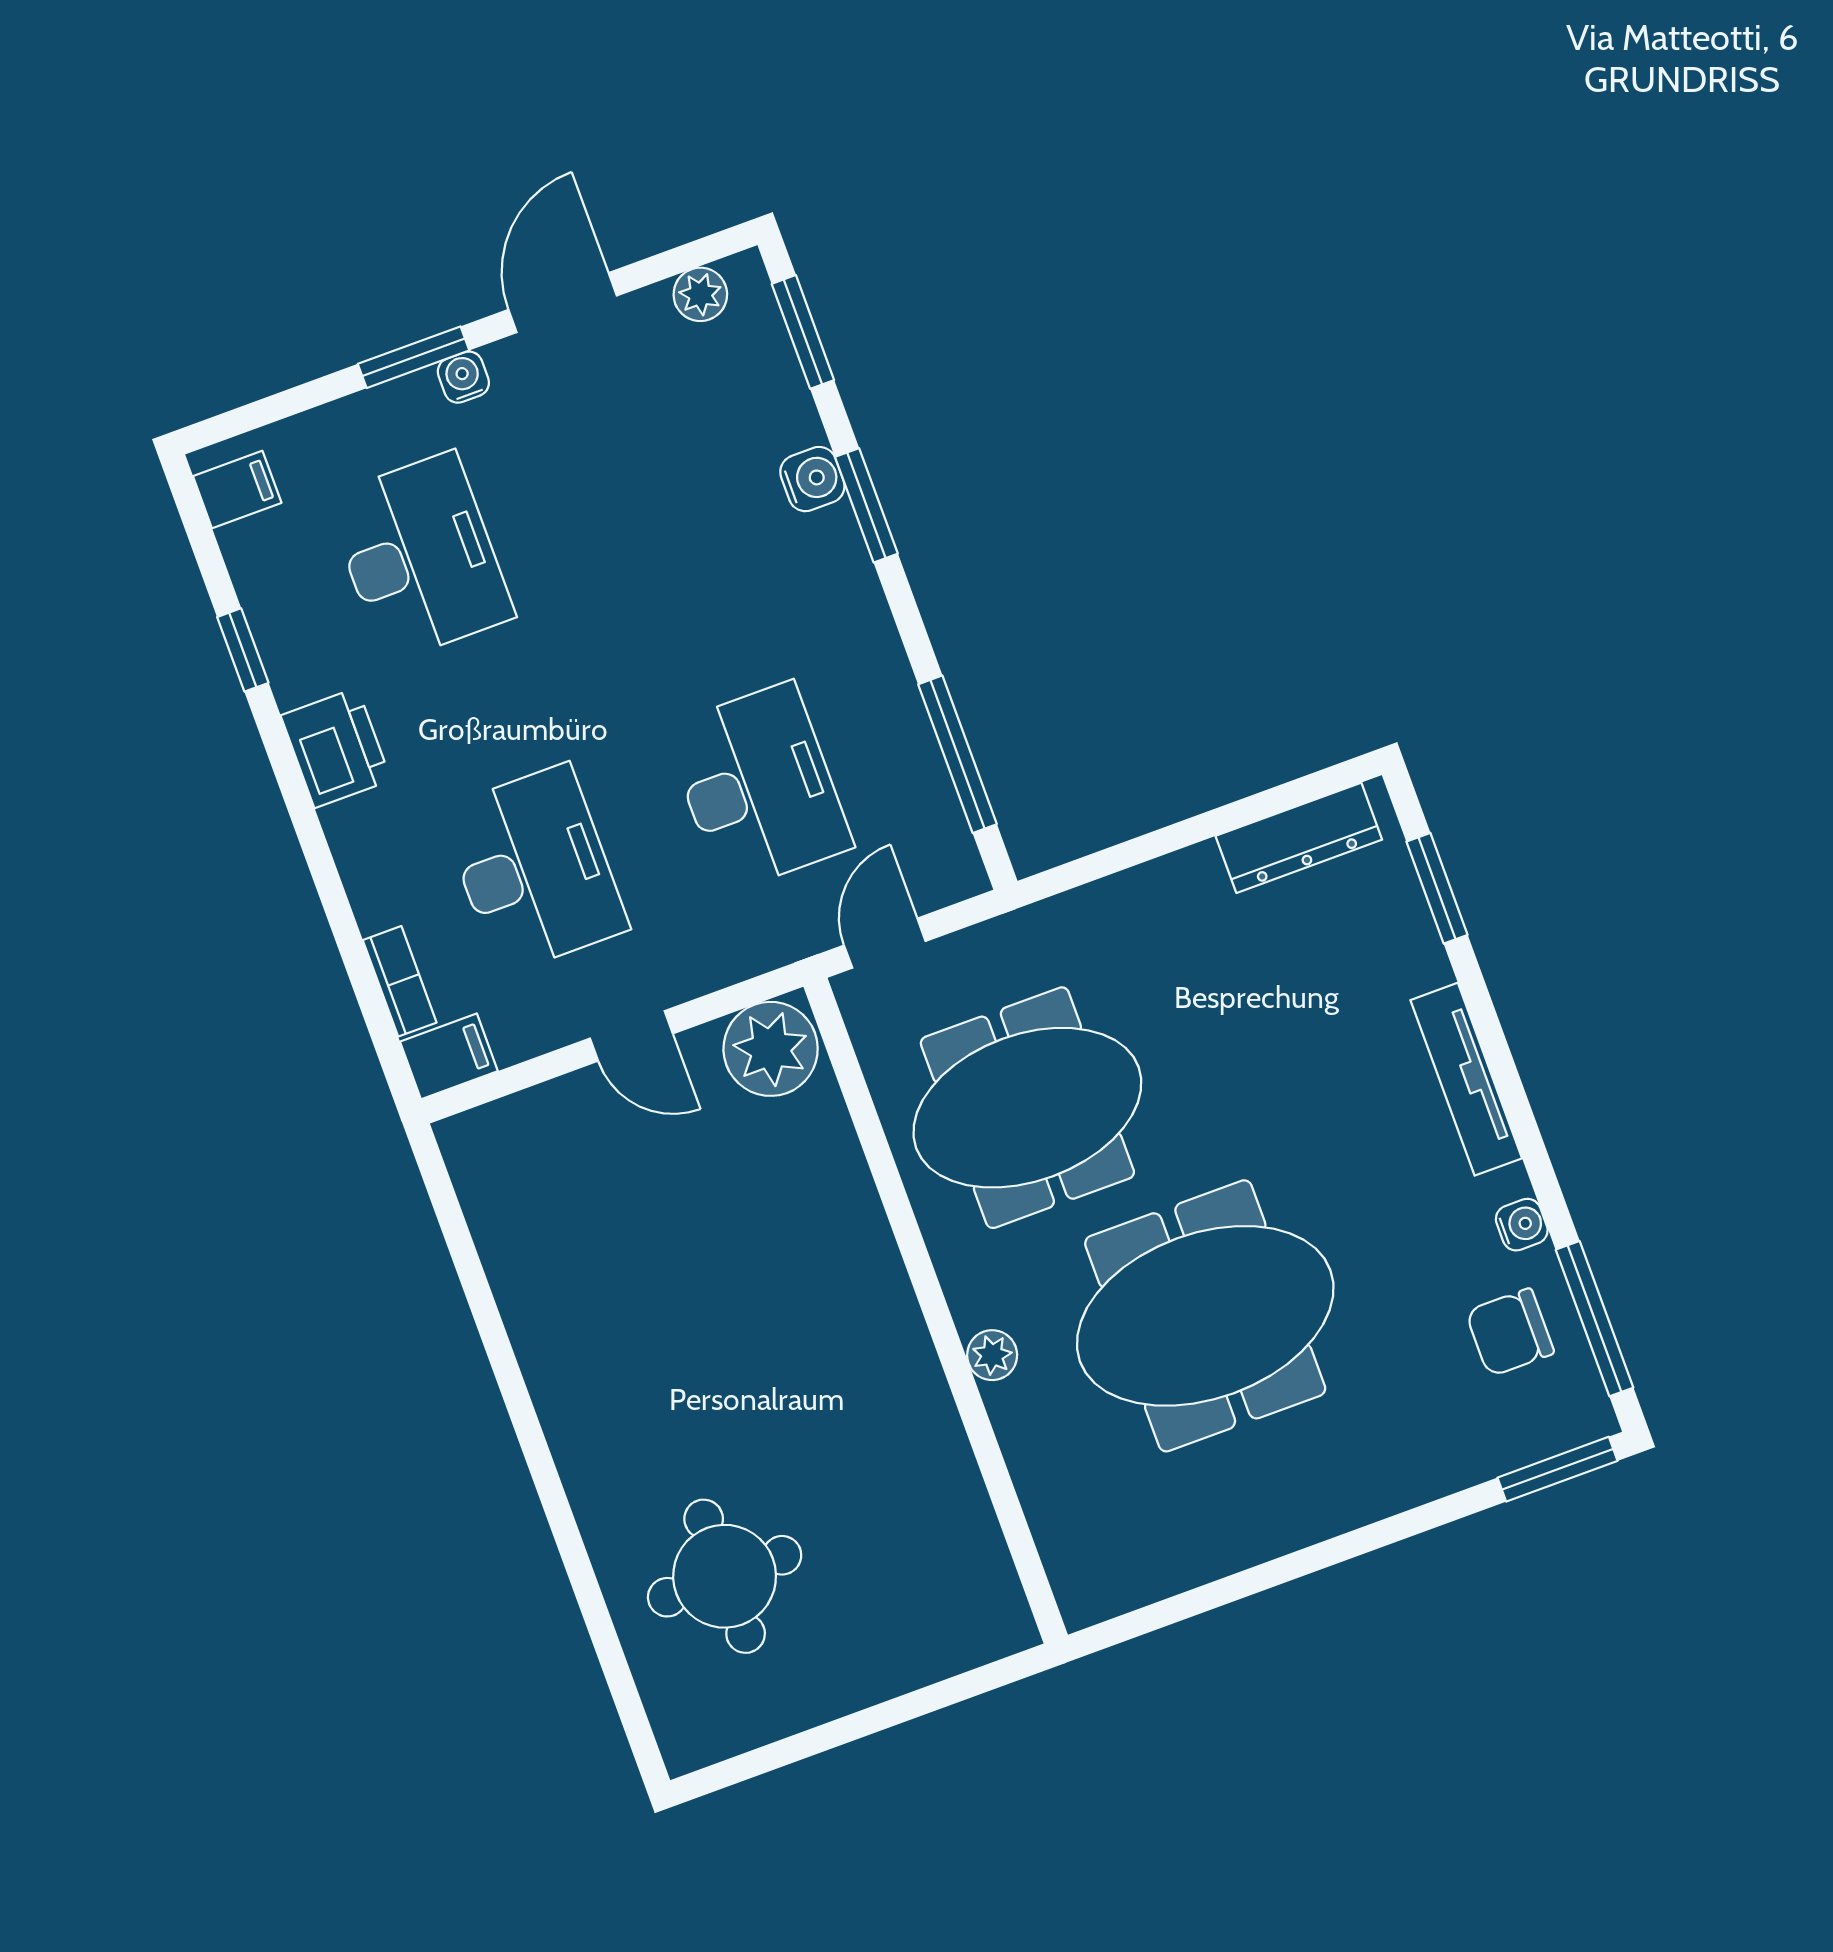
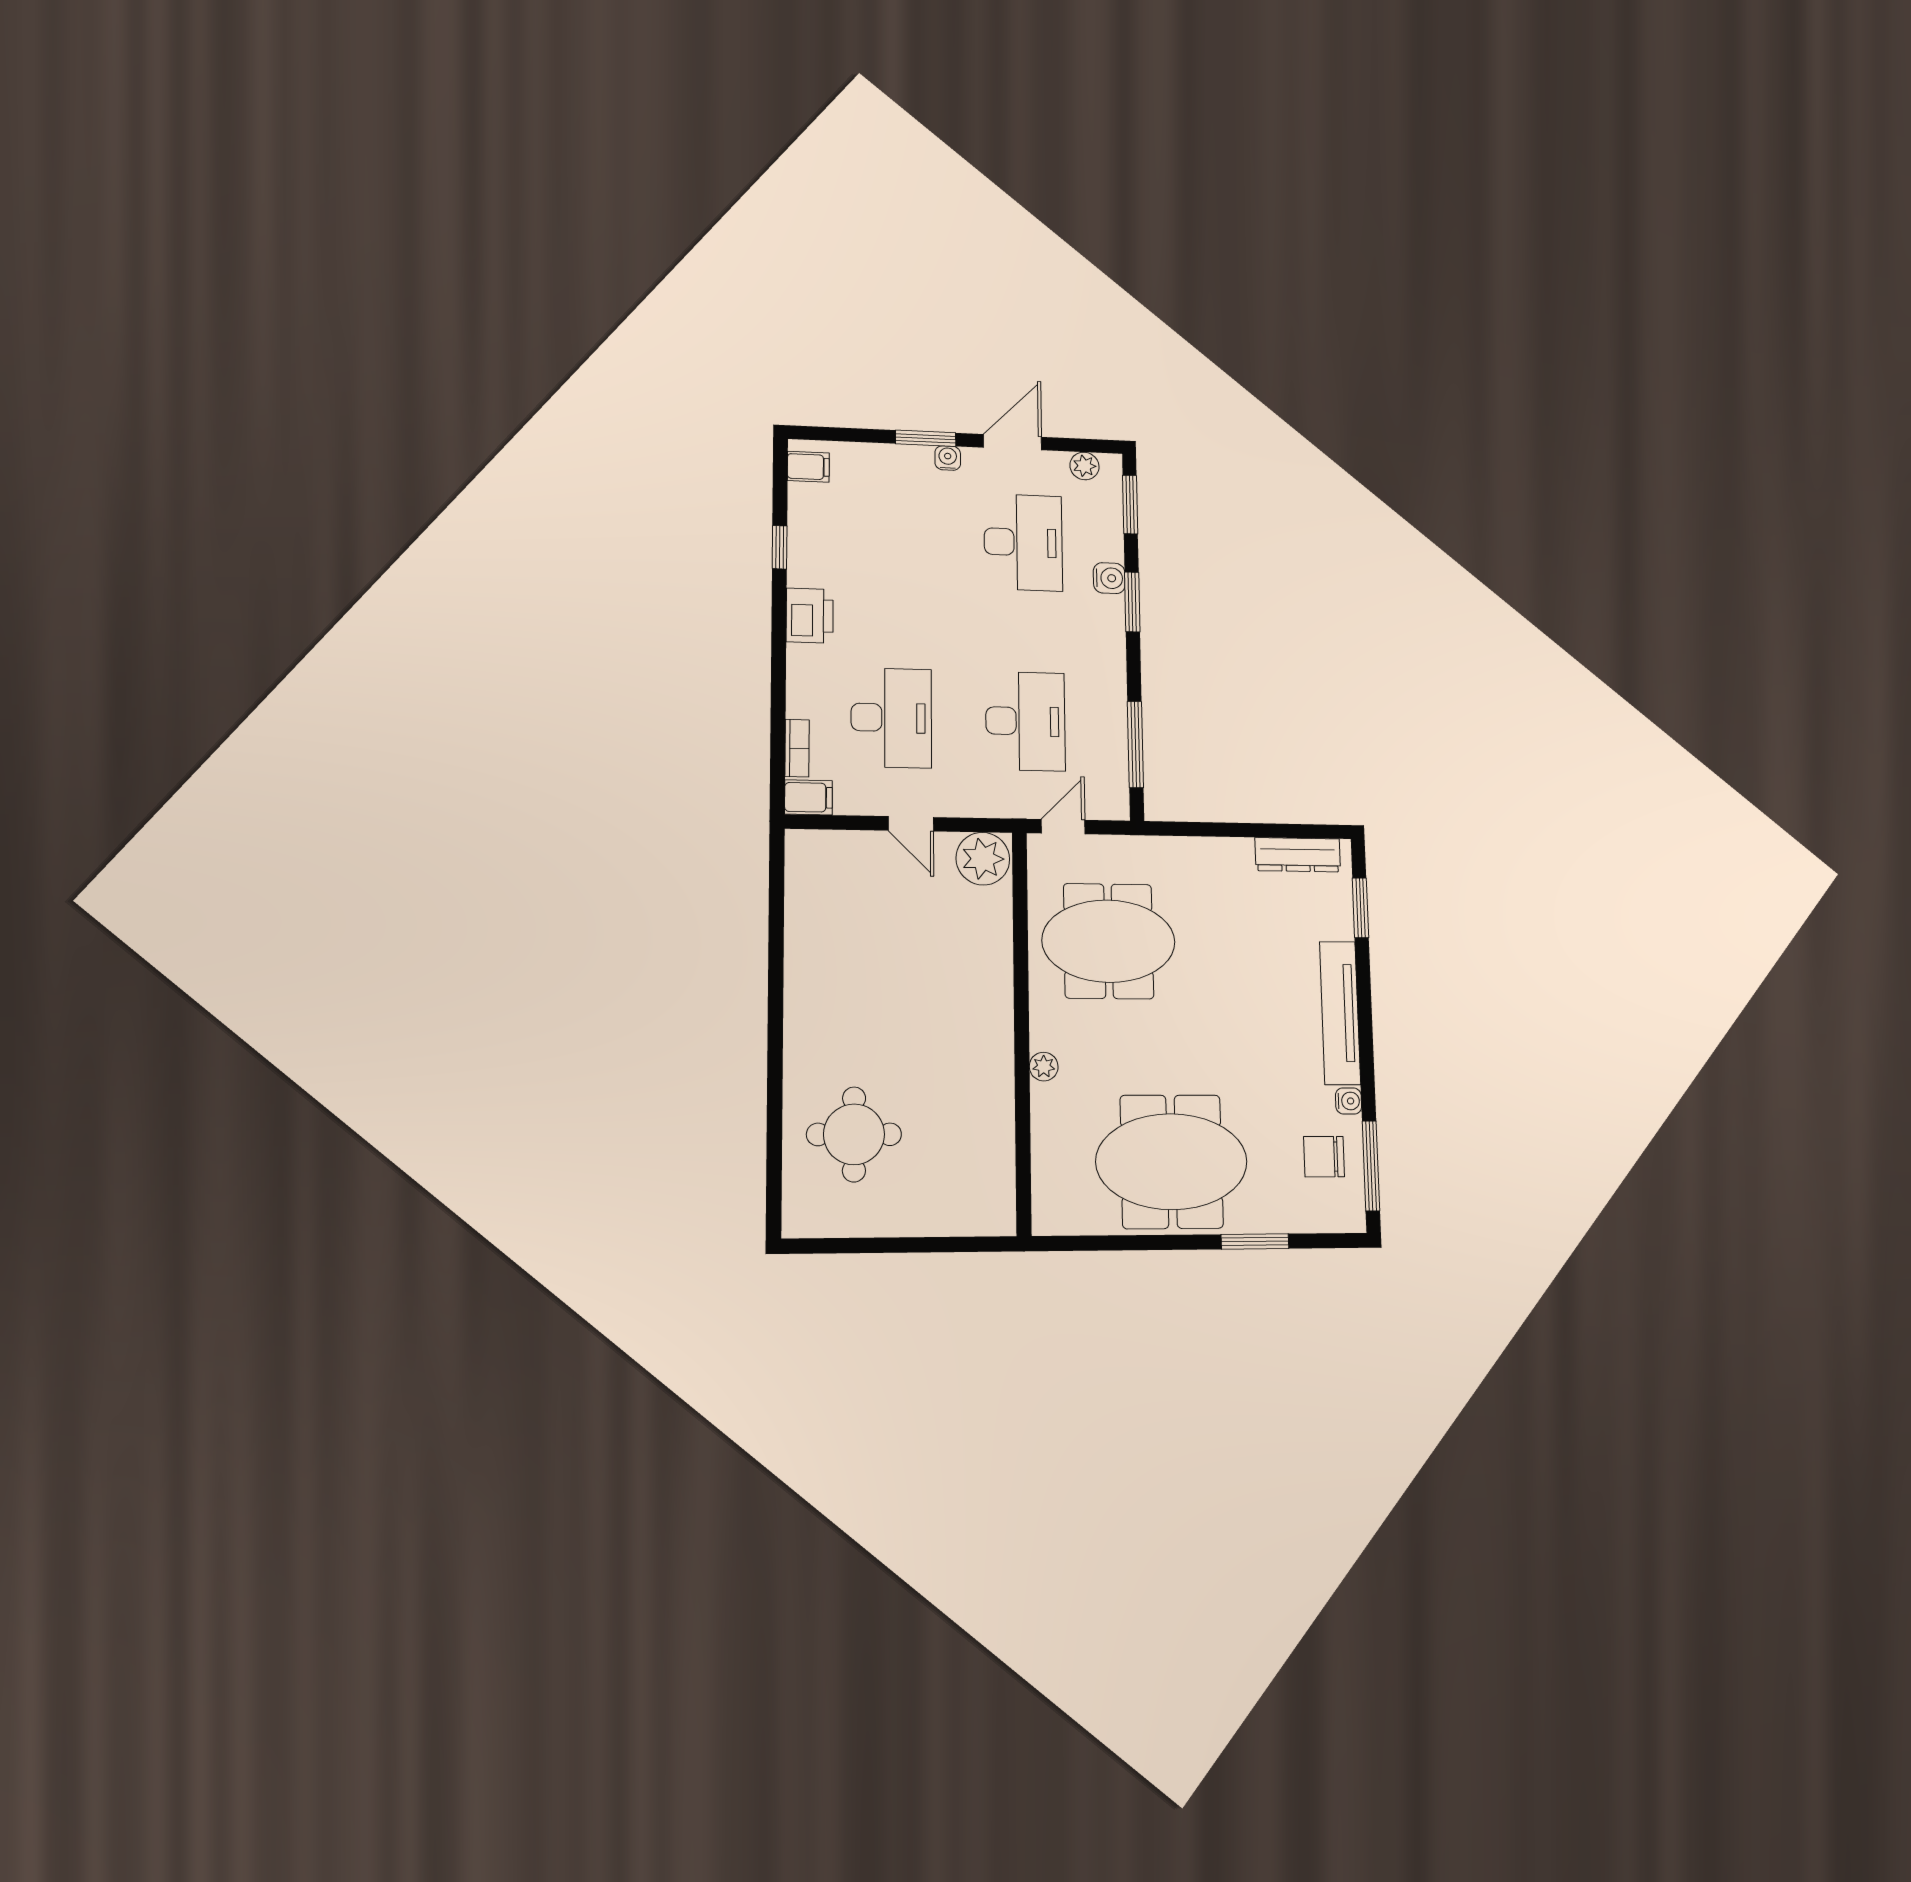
desk: (420, 557) -> (1023, 542), moved
tv unit: (1466, 1079) -> (1340, 1013), width x1.36, depth x1.29
meeting table: (1205, 1316) -> (1172, 1162), moved
window: (1558, 1469) -> (1255, 1241), moved

